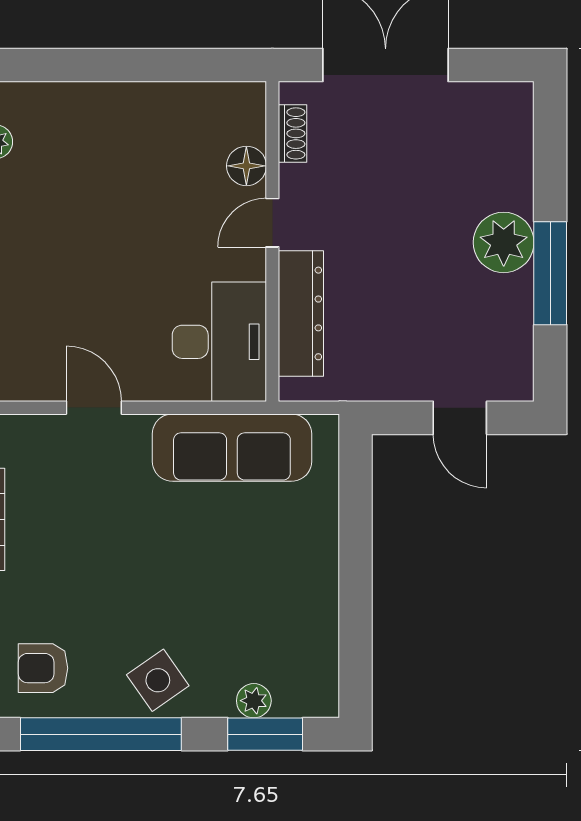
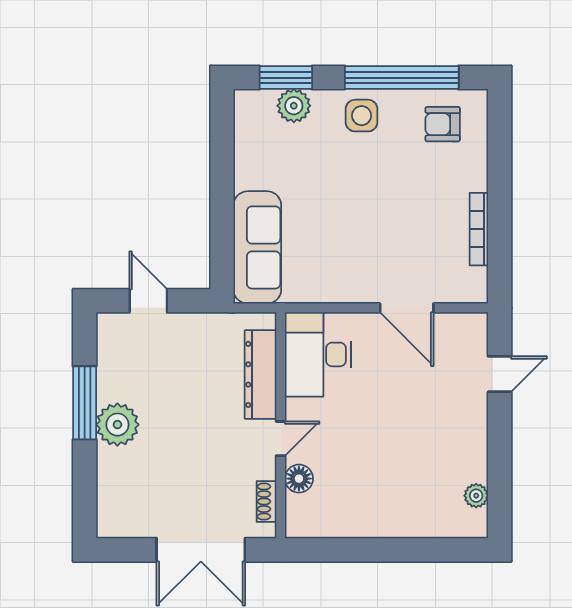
door: (94, 408) -> (407, 308), width x1.38
sofa: (232, 448) -> (257, 247), moved, turned 90
armchair: (43, 668) -> (443, 124), turned 180
side table: (158, 680) -> (362, 116), turned 35
plant: (254, 701) -> (294, 106), width x1.38, depth x1.38

